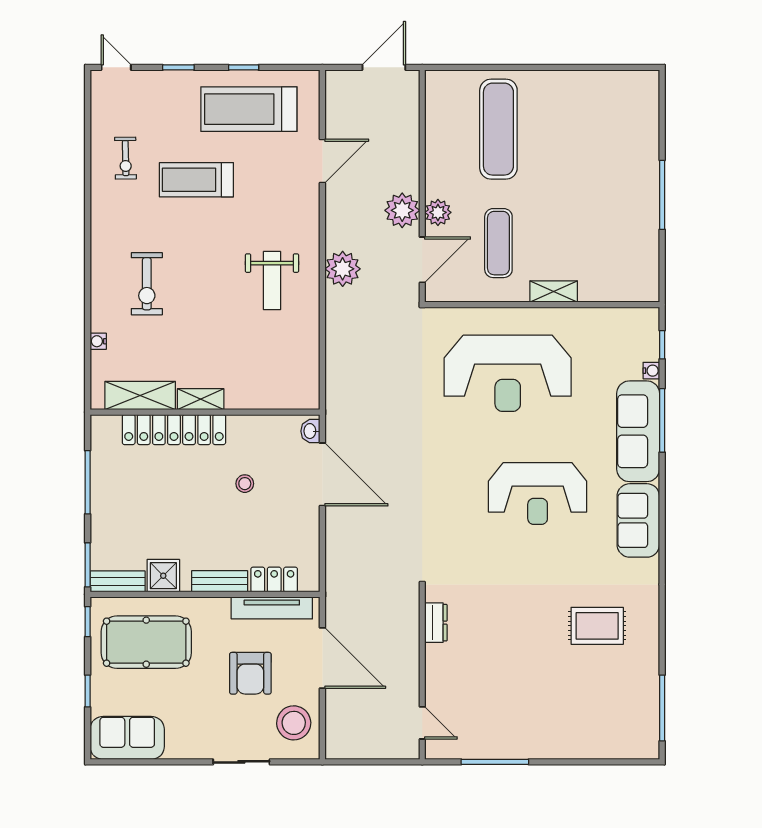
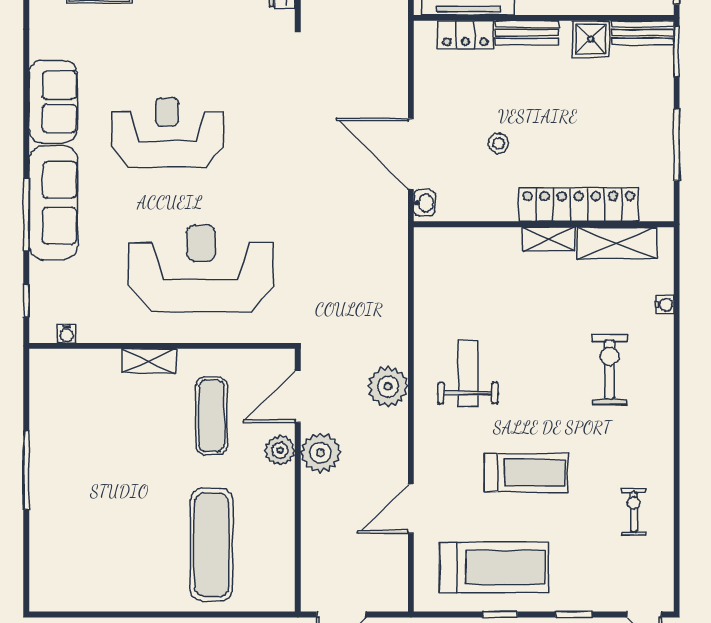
treadmill: (196, 180) -> (526, 473), moved
water cooler: (651, 371) -> (67, 334), moved, turned -90

